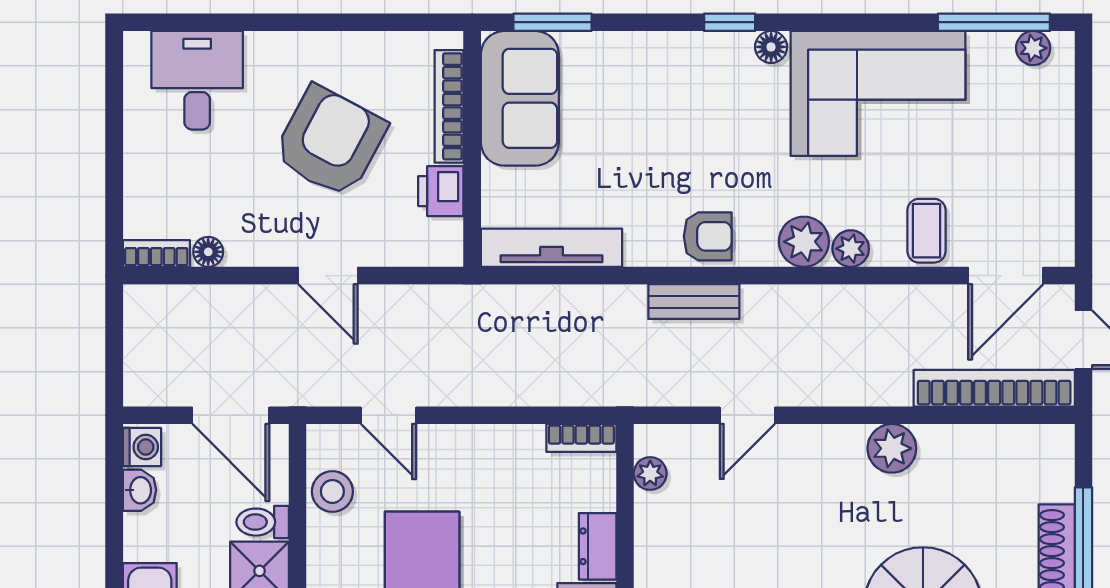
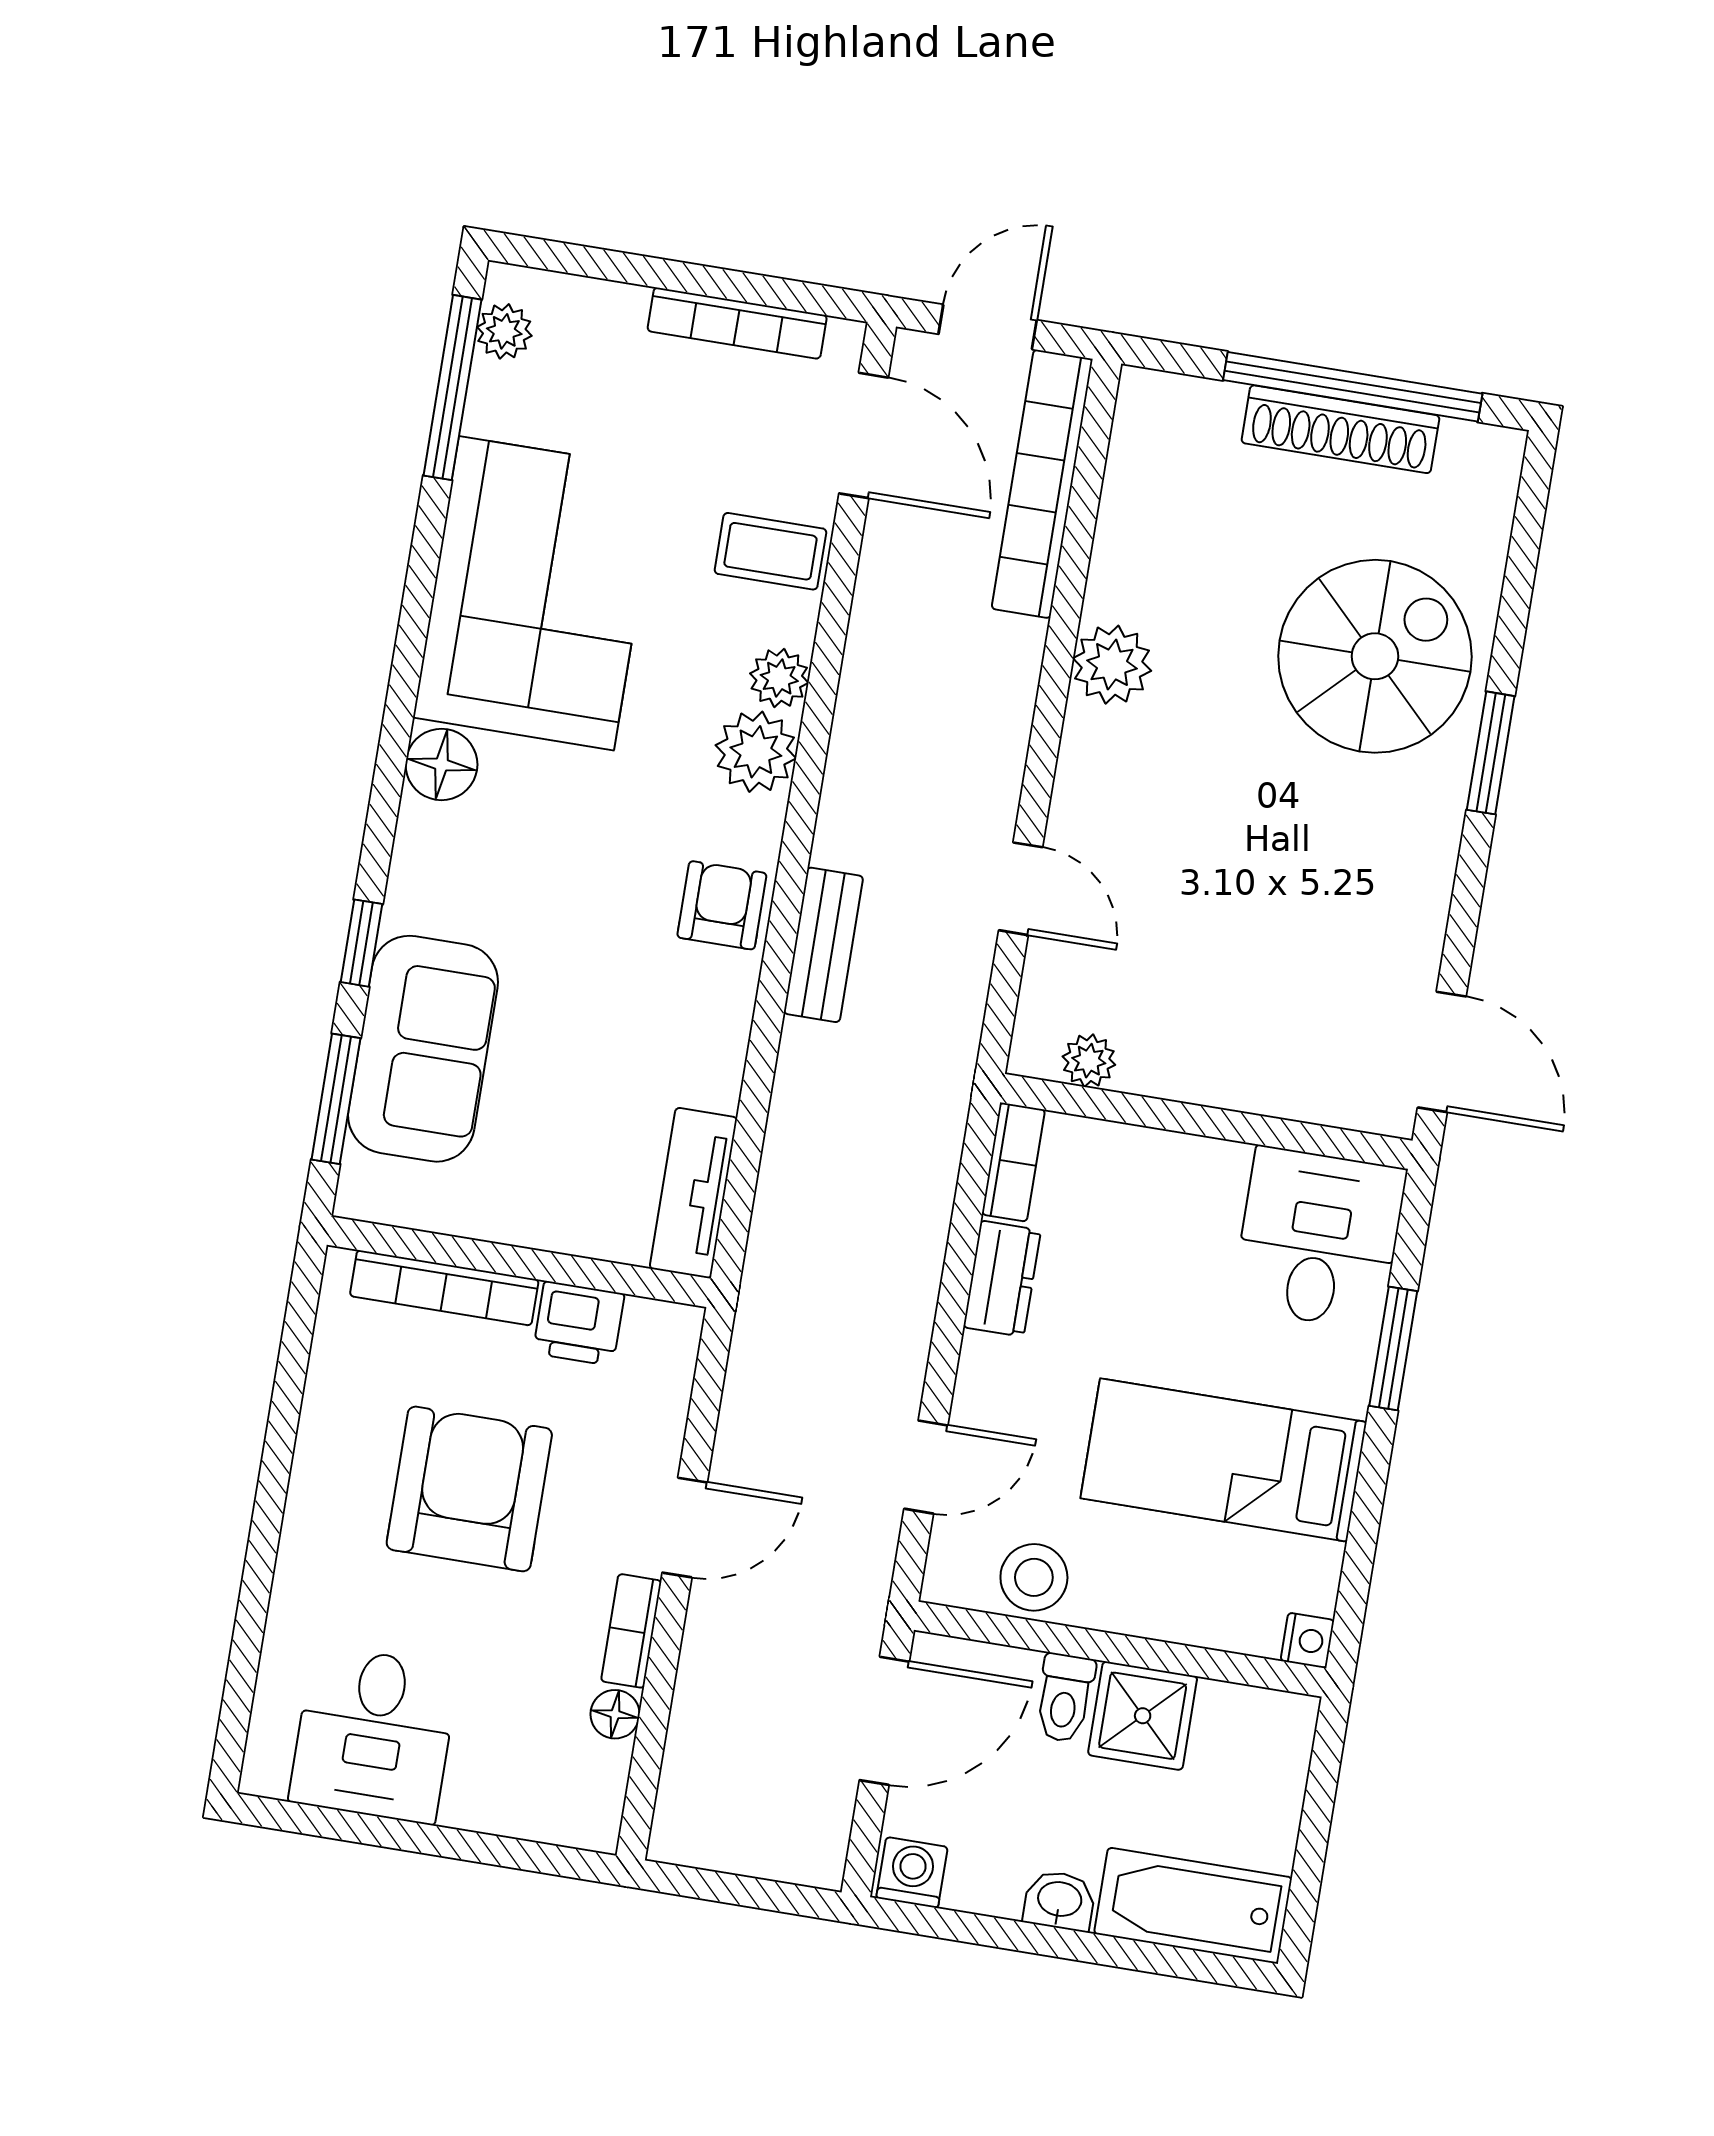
window: (730, 22) -> (361, 943), moved
floor lamp: (771, 47) -> (441, 764), width x1.37, depth x1.37
desk: (197, 80) -> (374, 1734), moved, turned -90
sofa: (520, 98) -> (423, 1049), moved, turned 90
armchair: (330, 141) -> (469, 1489), turned 62
bookcase: (1061, 188) -> (737, 323), added
tv unit: (551, 248) -> (693, 1193), width x0.71
bookcase: (156, 253) -> (631, 1631), moved
washbasin: (140, 490) -> (1059, 1901), moved
dresser: (598, 546) -> (1002, 1279), moved, turned -90

